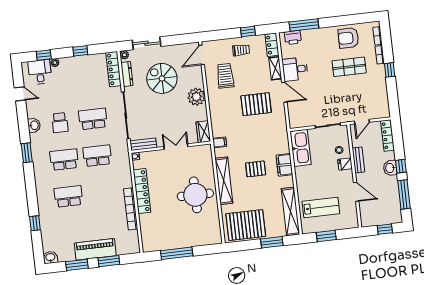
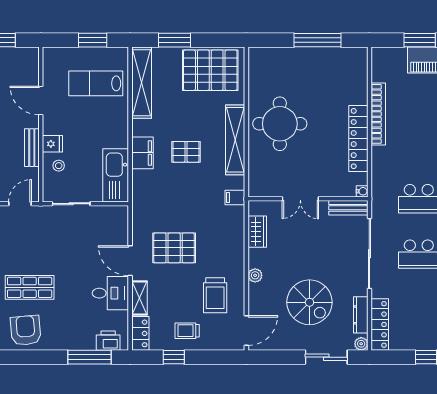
armchair: (348, 38) -> (26, 330), turned -95
plant: (196, 97) -> (255, 275), width x0.53, depth x0.53
wardrobe: (203, 132) -> (257, 232), moved

